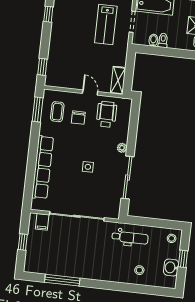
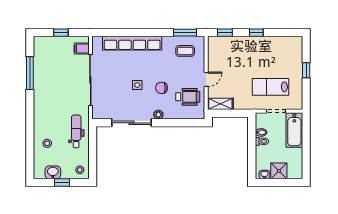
window: (48, 14) -> (256, 33), moved
chair: (78, 118) -> (162, 88), moved
dental chair: (130, 238) -> (76, 131), turned 180

